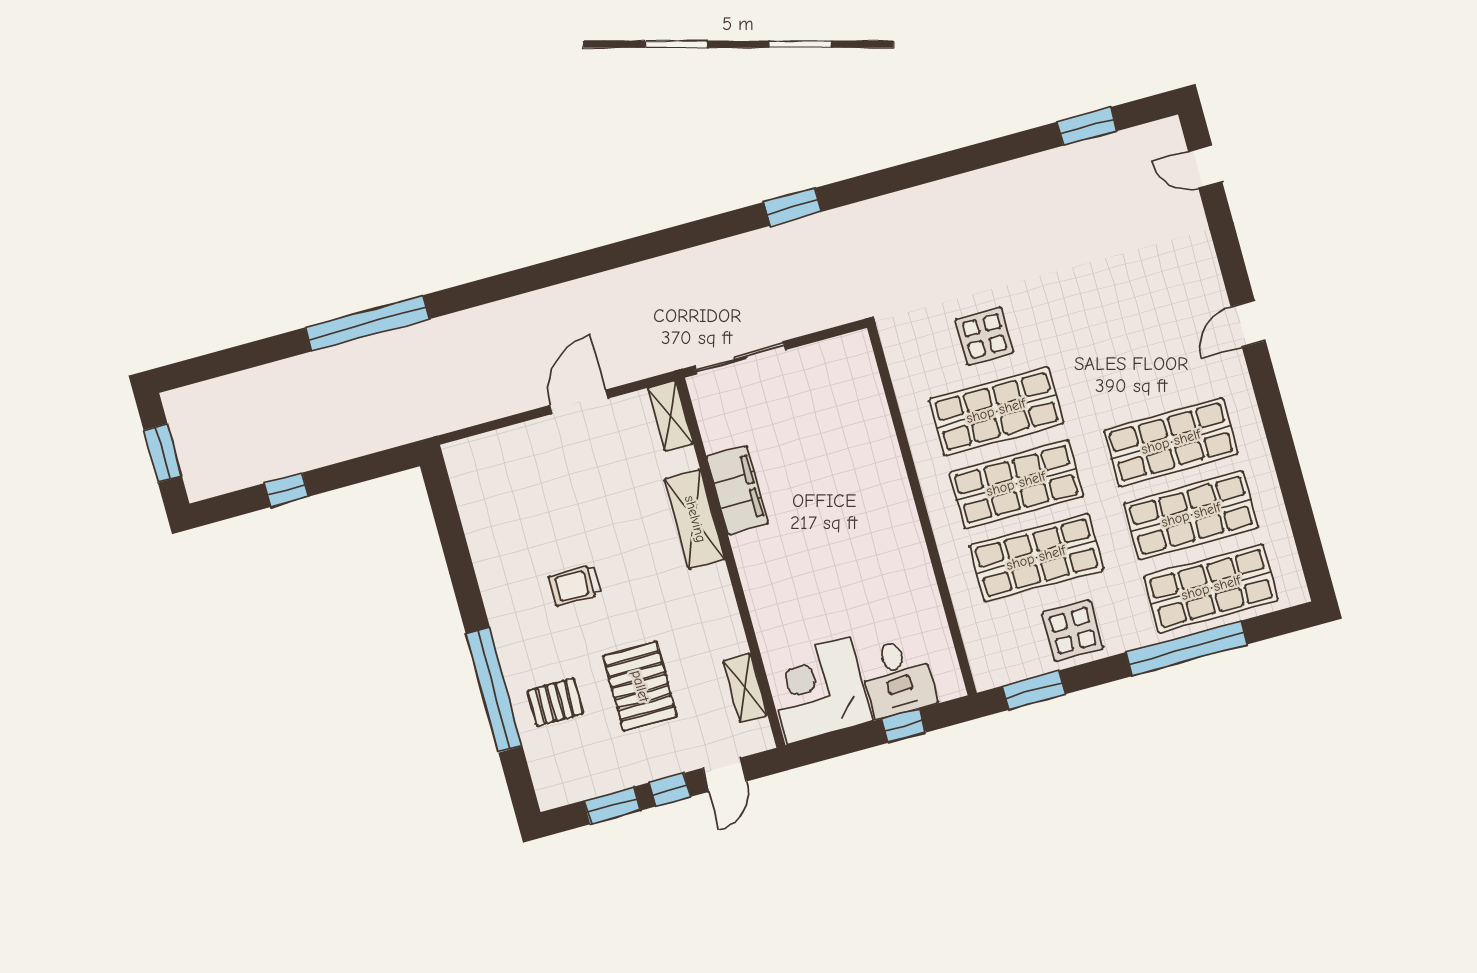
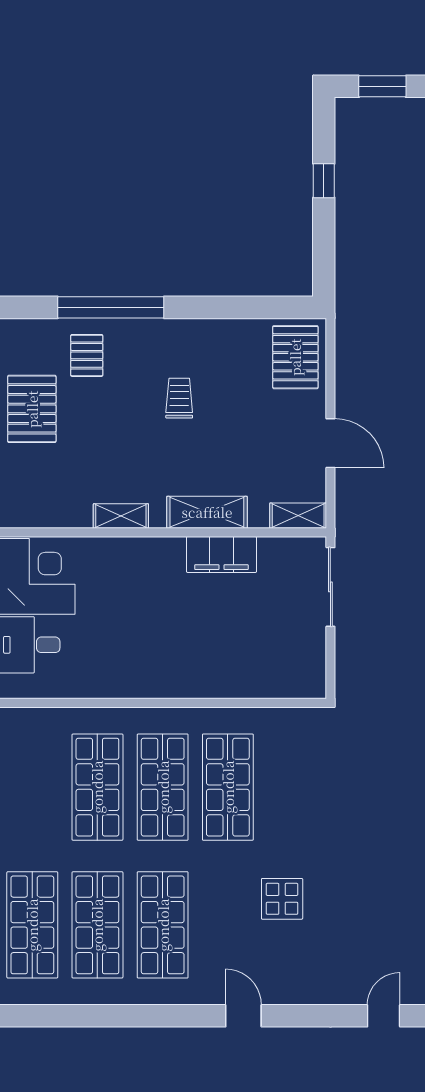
display table: (984, 336) -> (282, 899), moved
pallet: (493, 467) -> (295, 357), added
display table: (1072, 631) -> (29, 800), removed
pallet: (640, 686) -> (32, 409), moved, turned 90
shelving: (745, 688) -> (121, 516), moved

